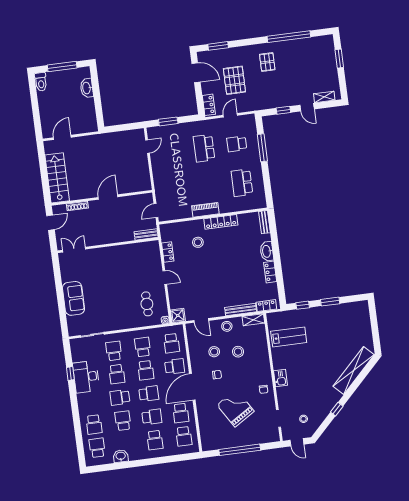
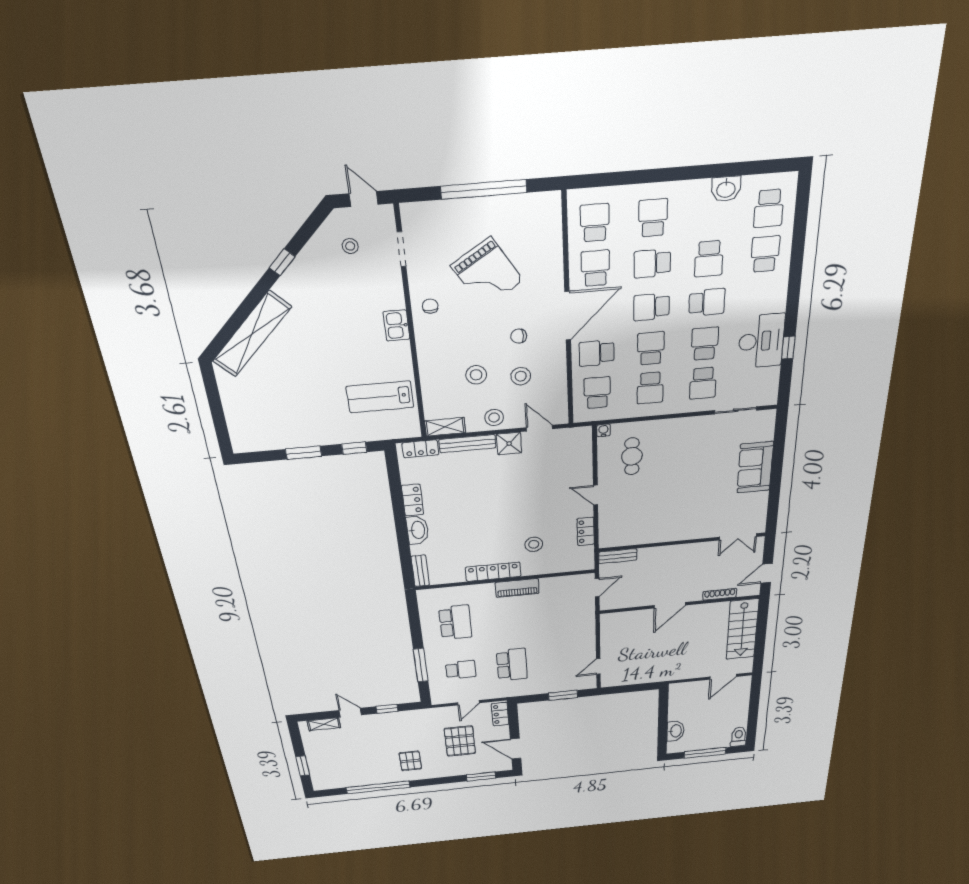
shower: (178, 316) -> (509, 444), moved

